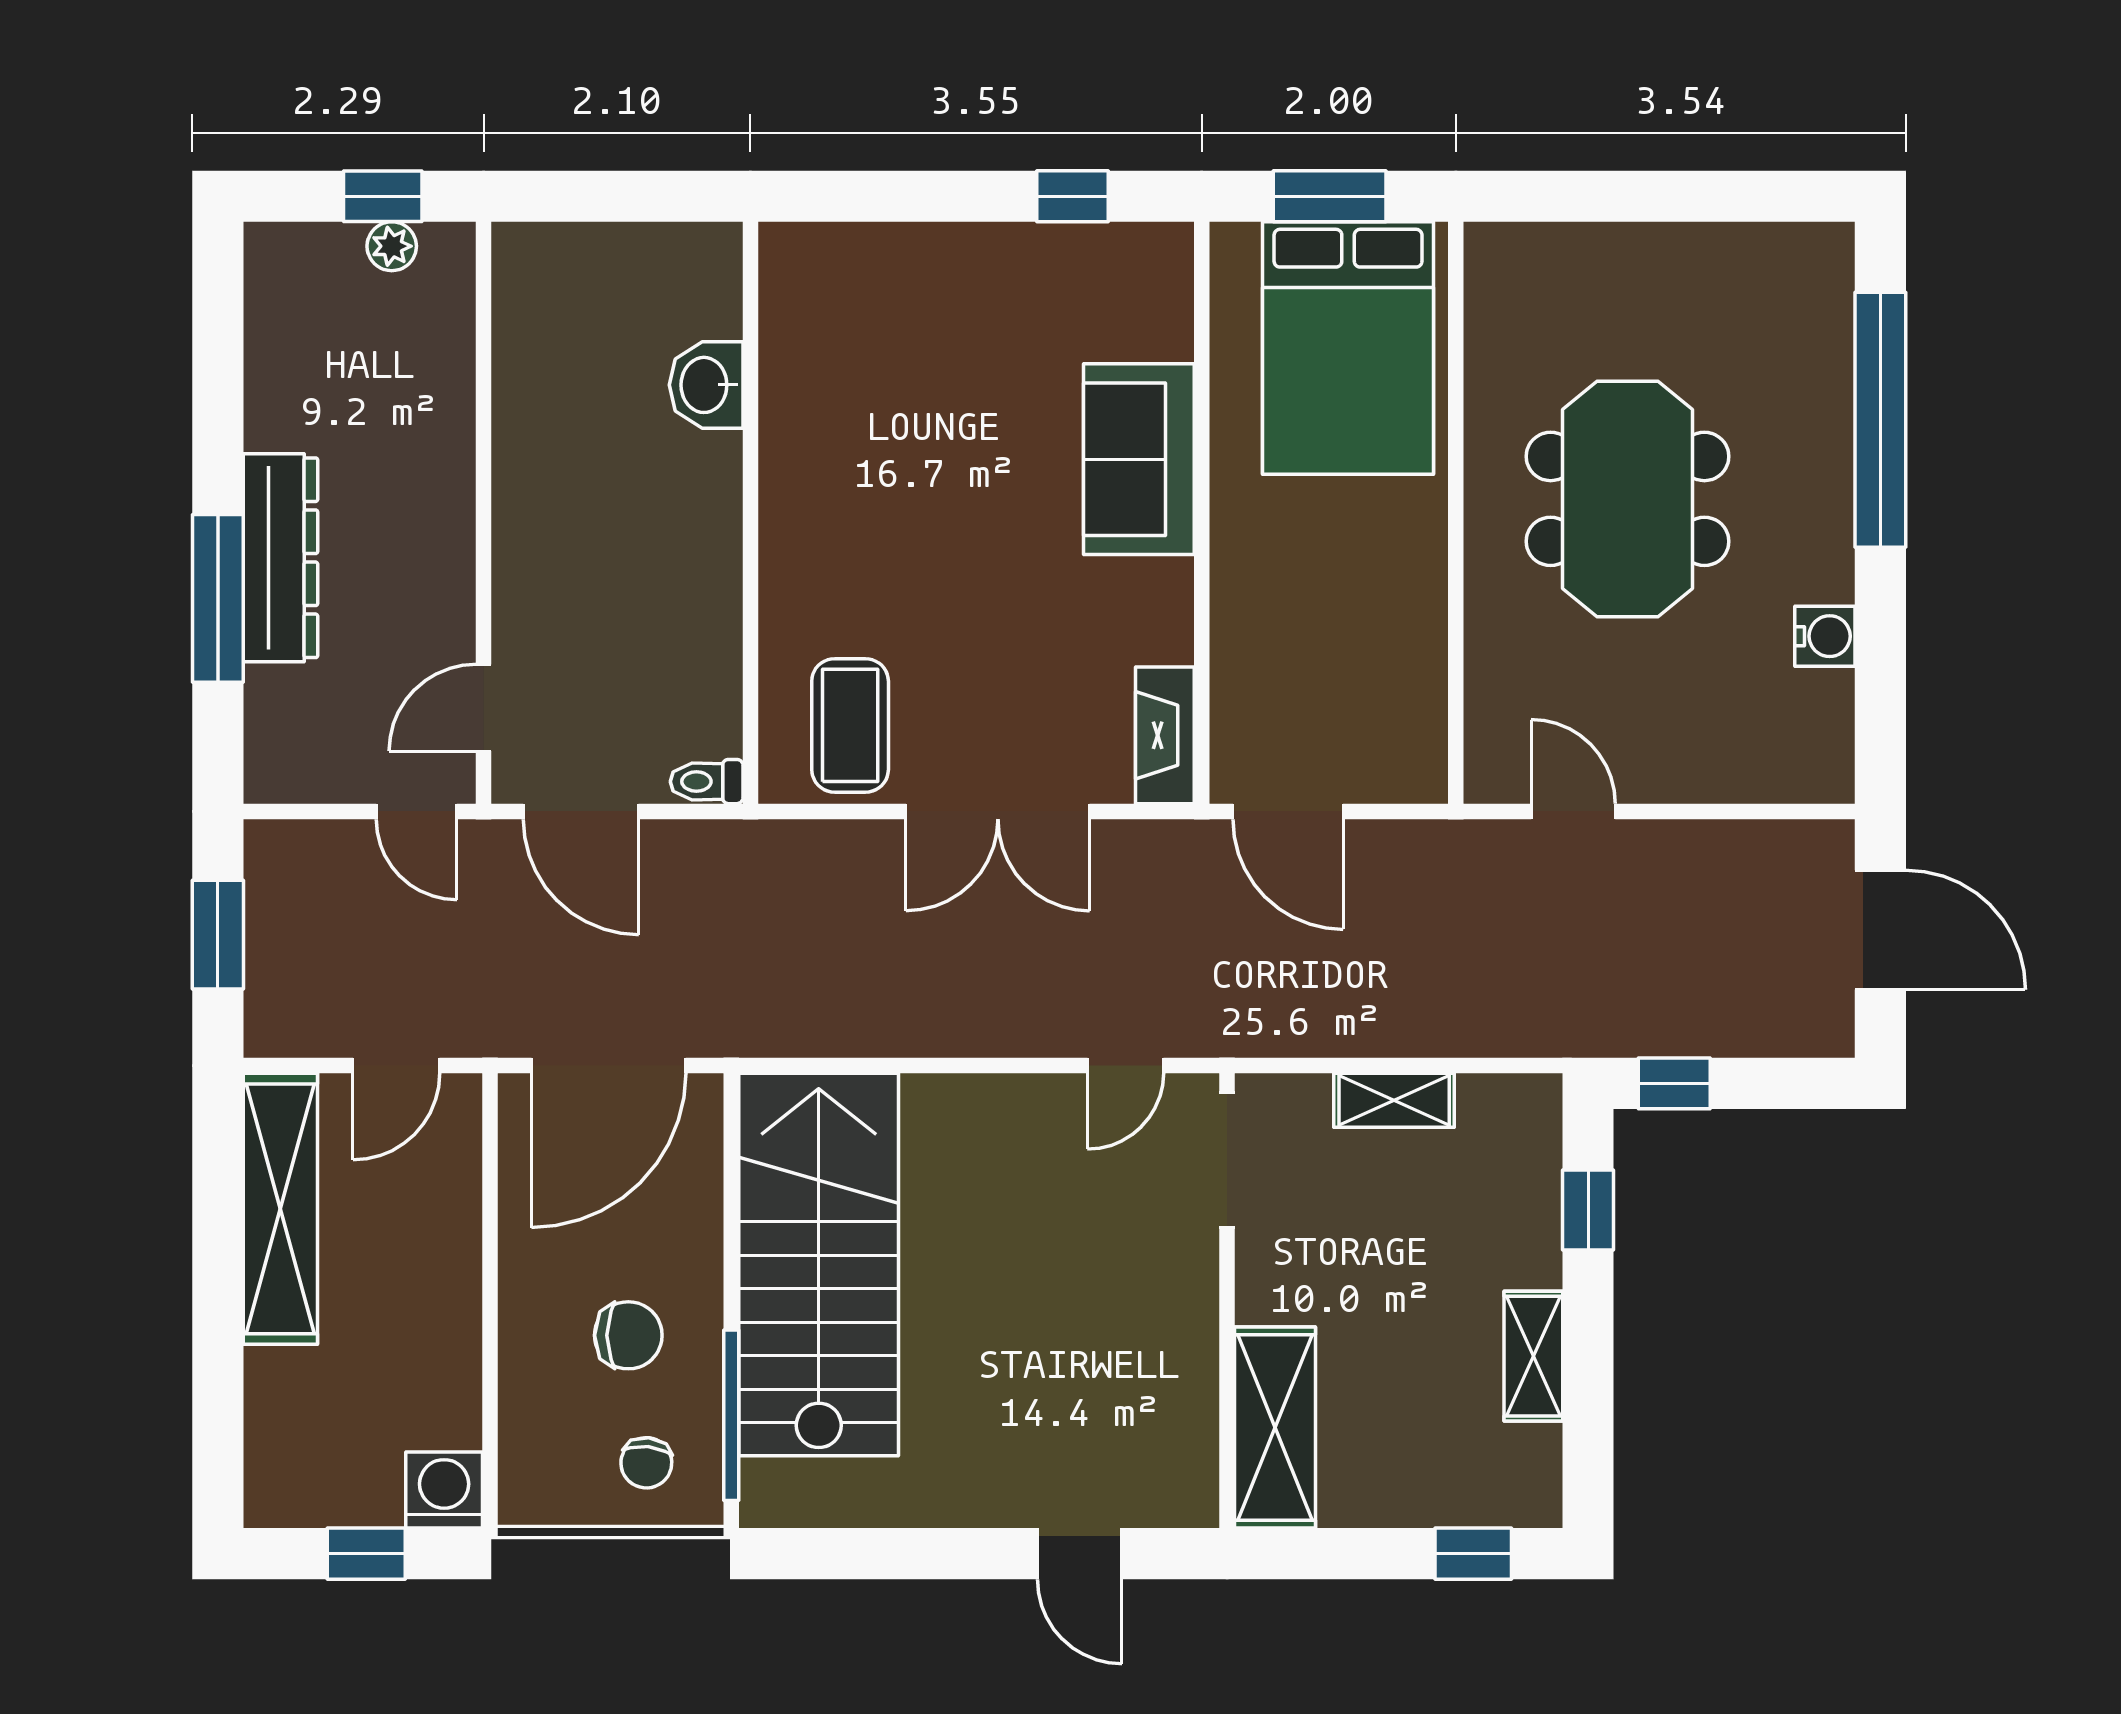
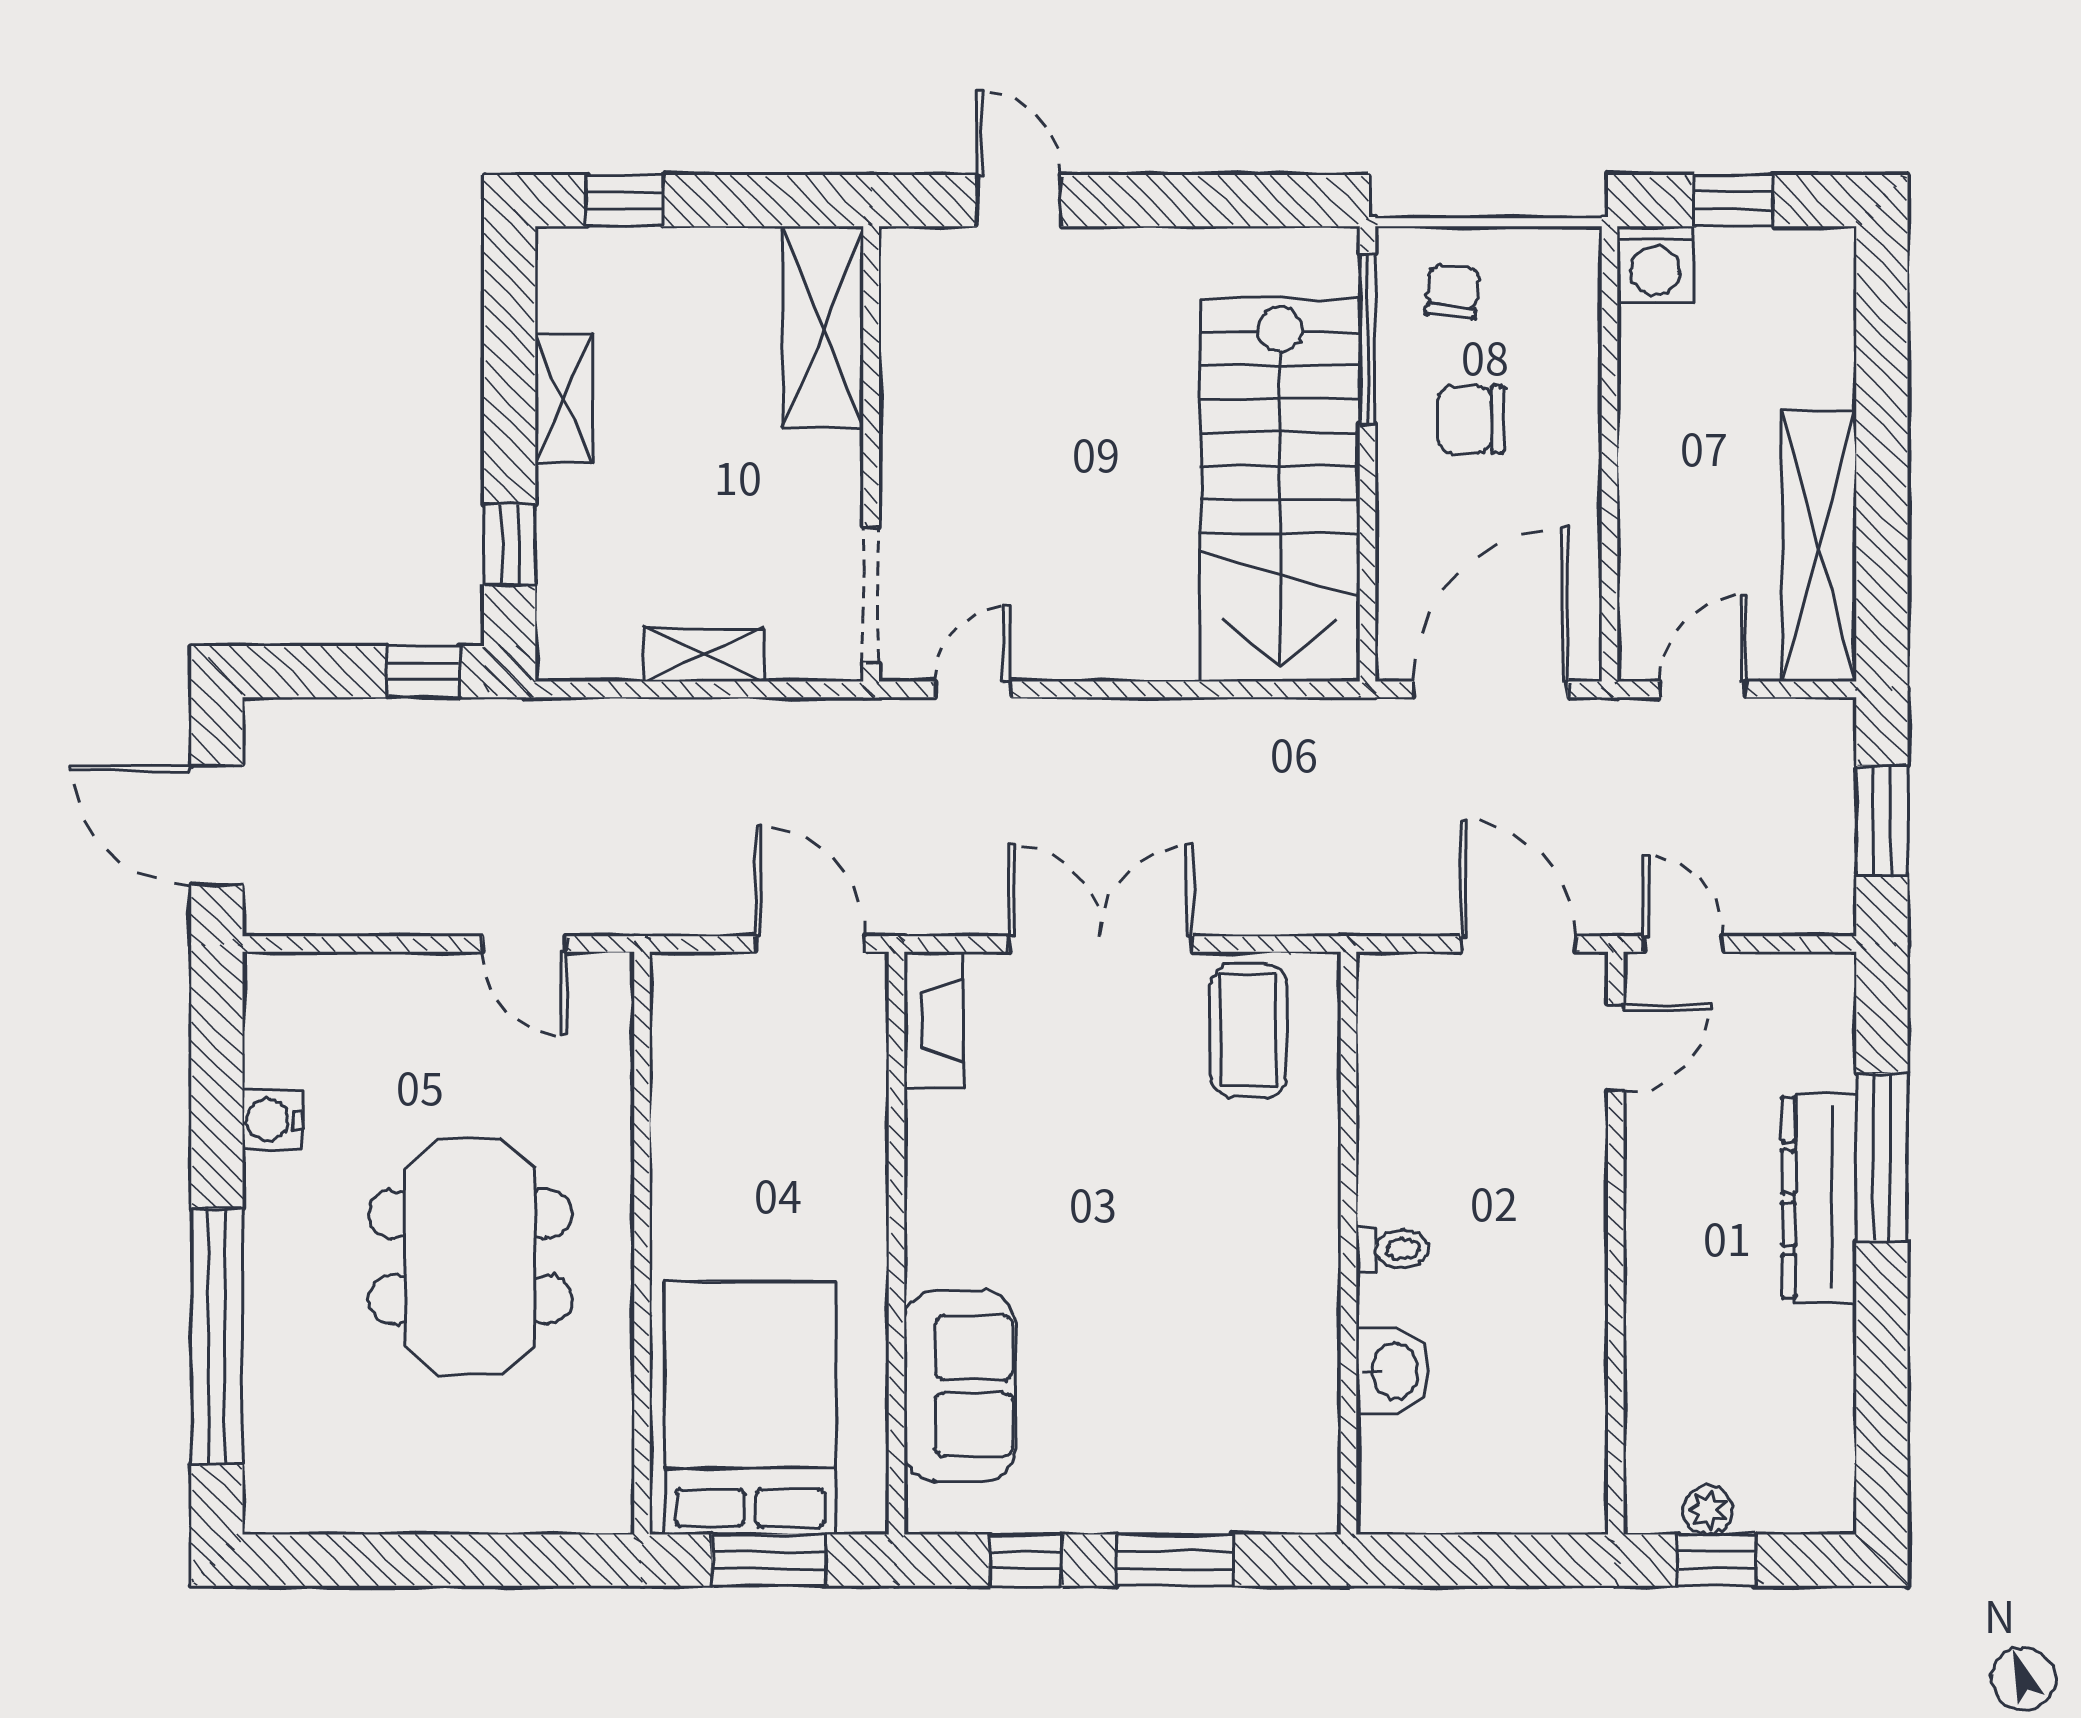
window: (924, 196) -> (1175, 1560), added
sofa: (1139, 459) -> (960, 1386), moved
toilet: (707, 782) -> (1392, 1249), moved

